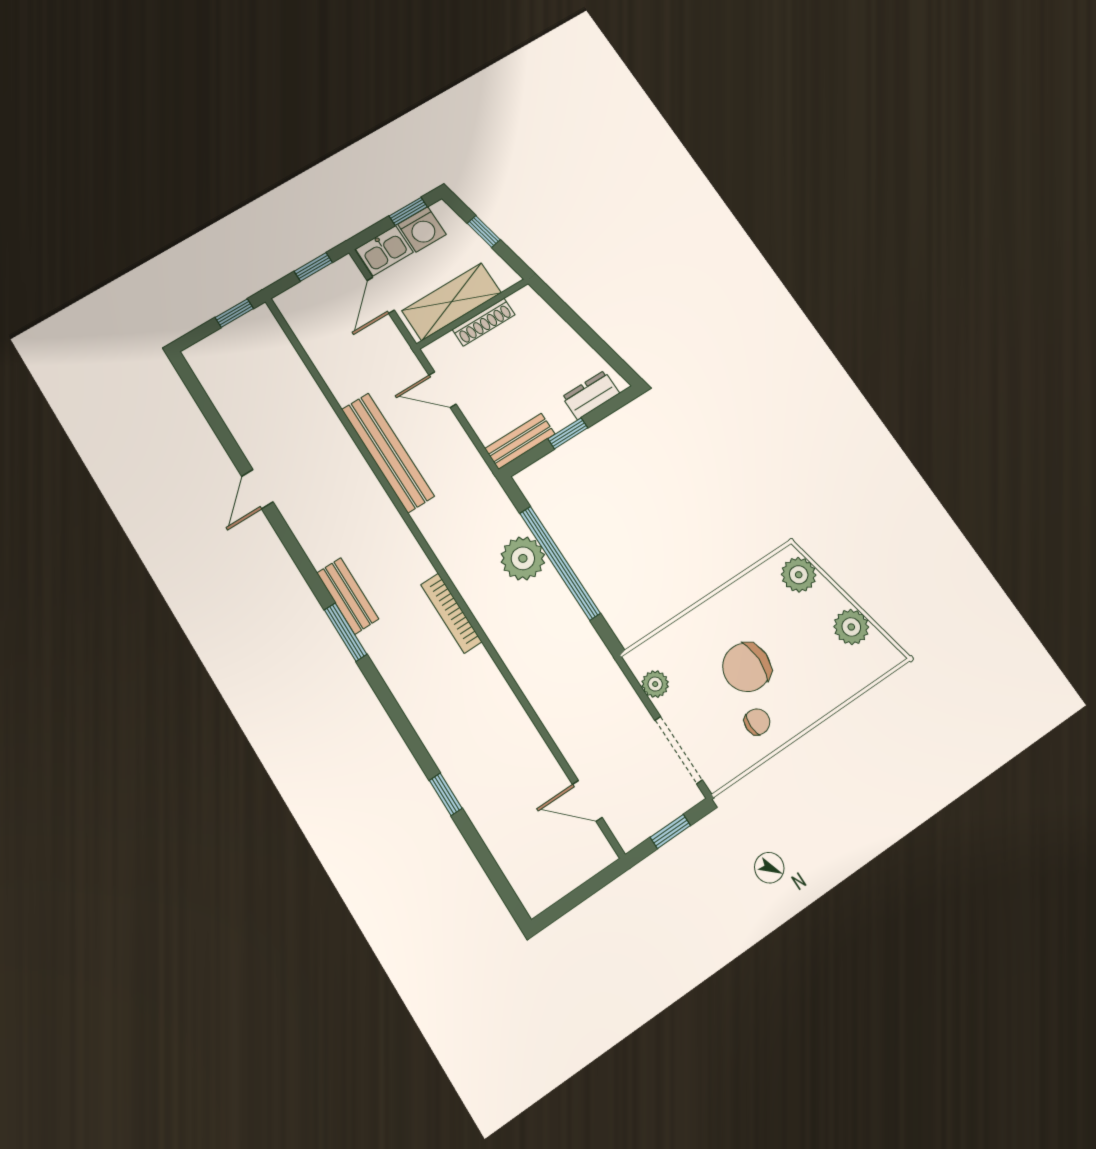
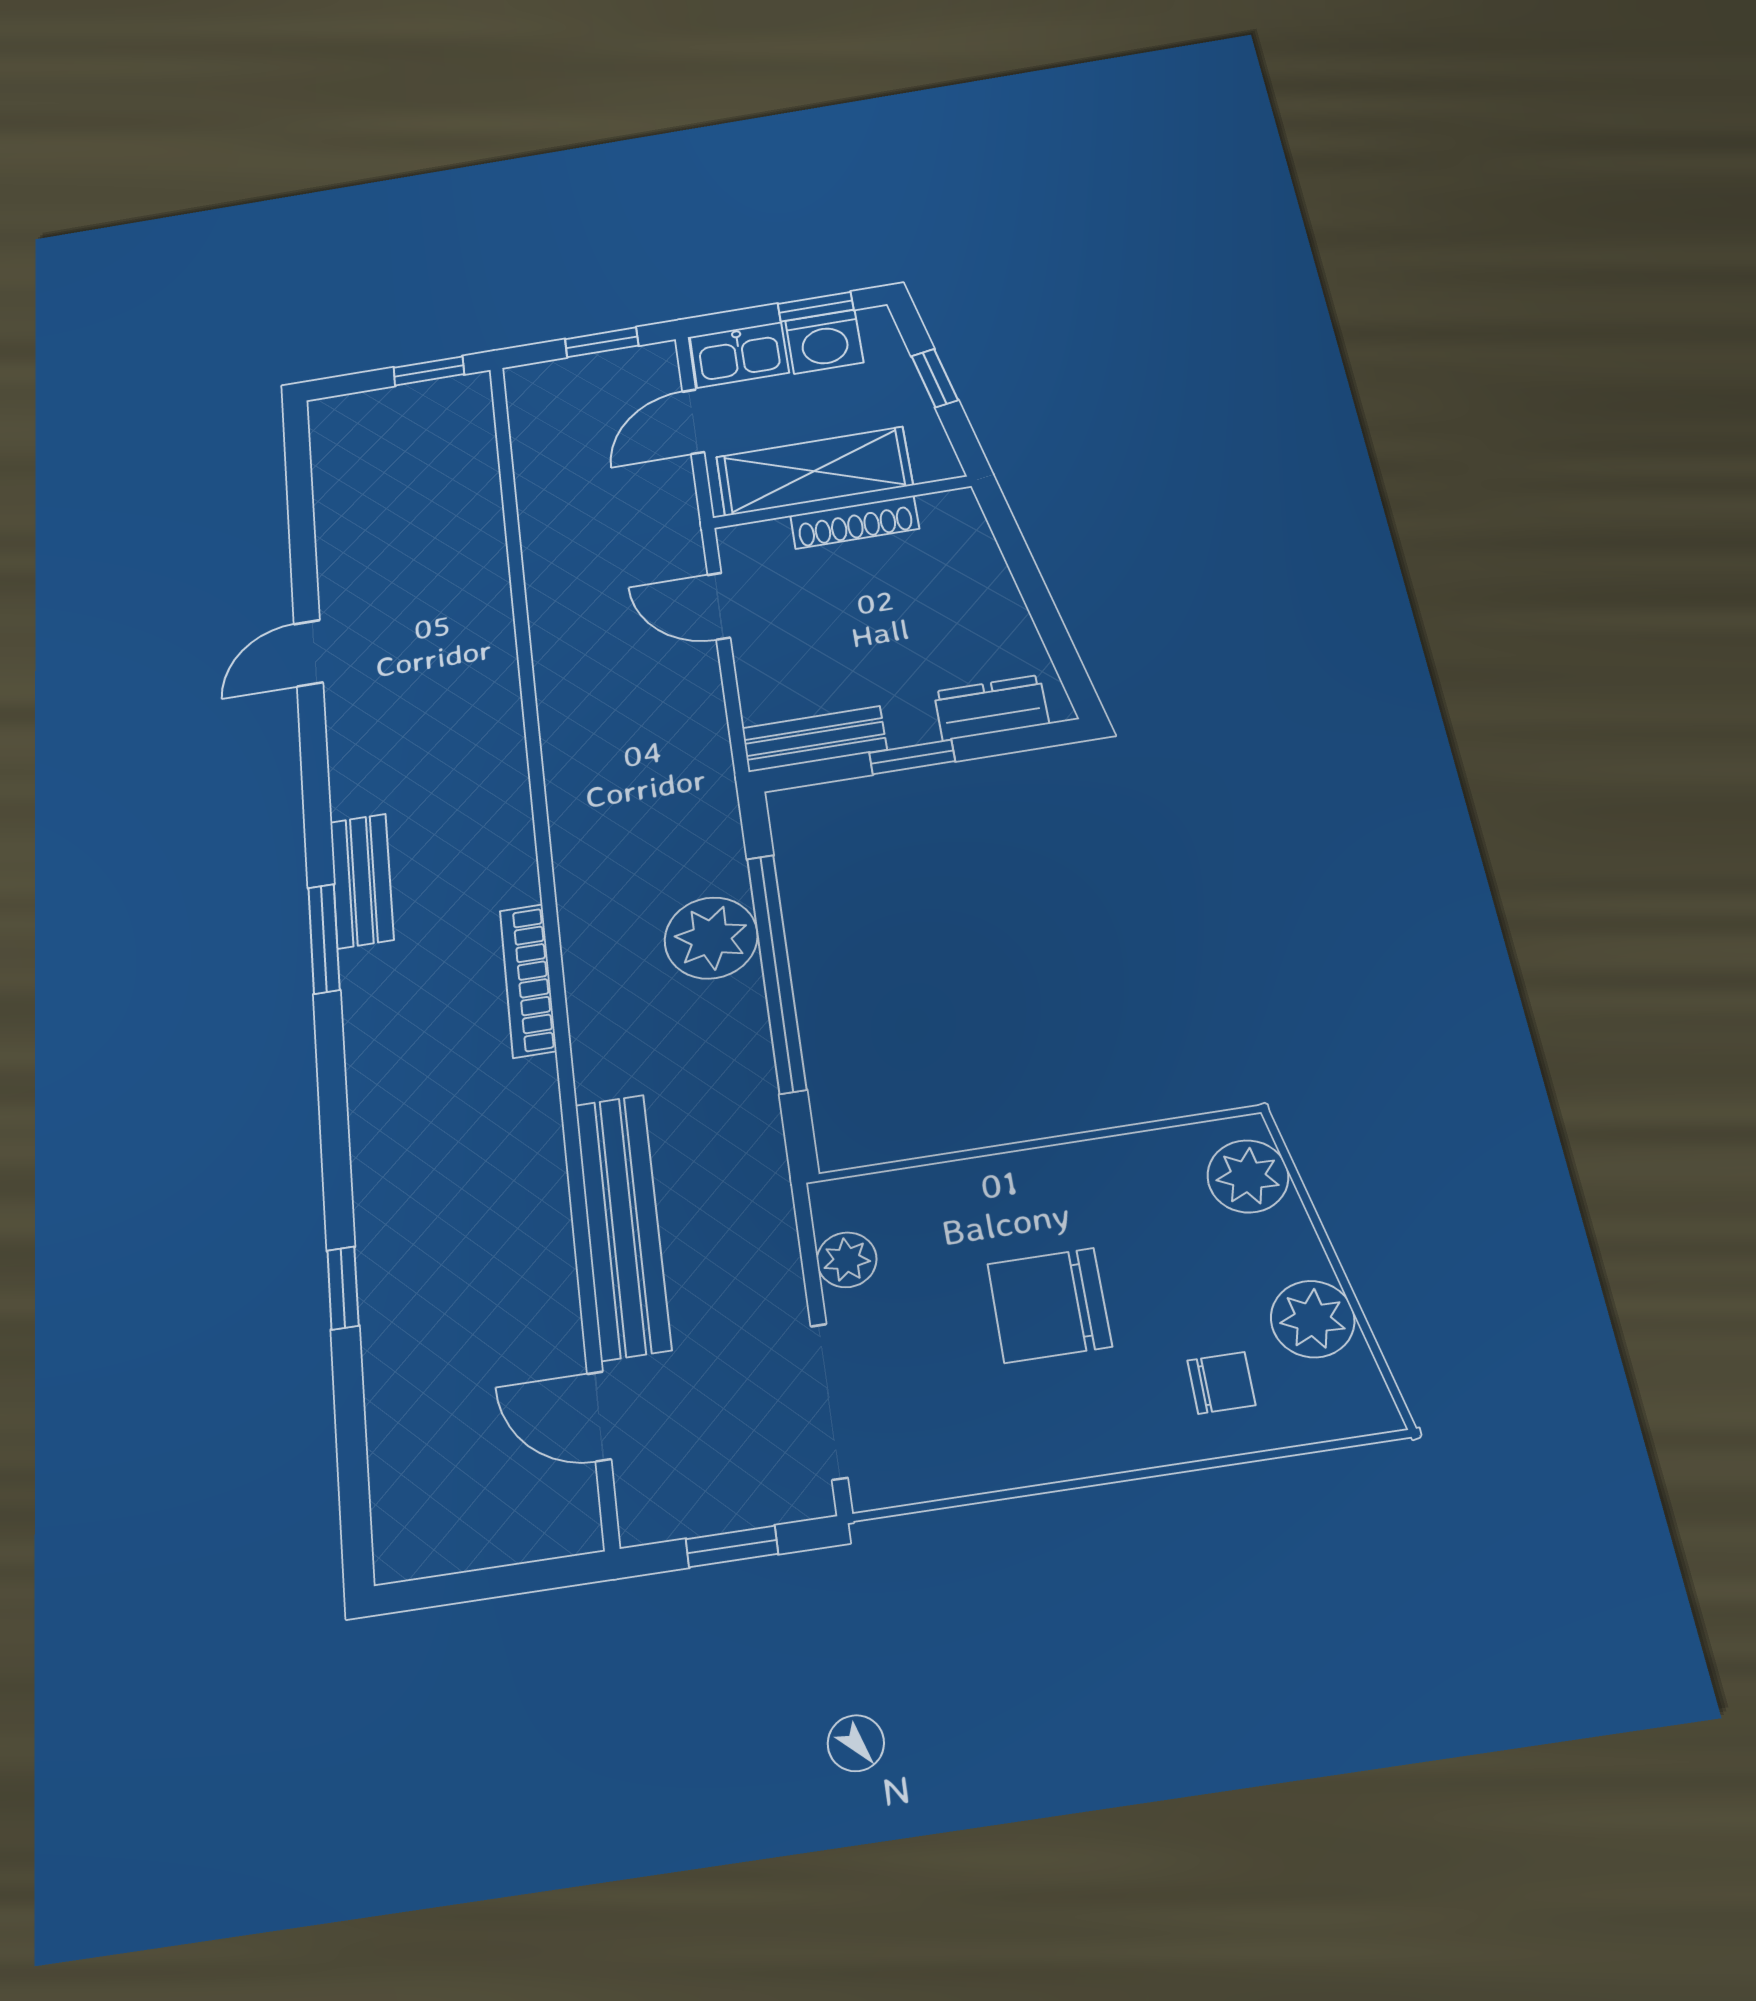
bench: (388, 453) -> (622, 1225), moved
chair: (757, 722) -> (1221, 1383), moved

